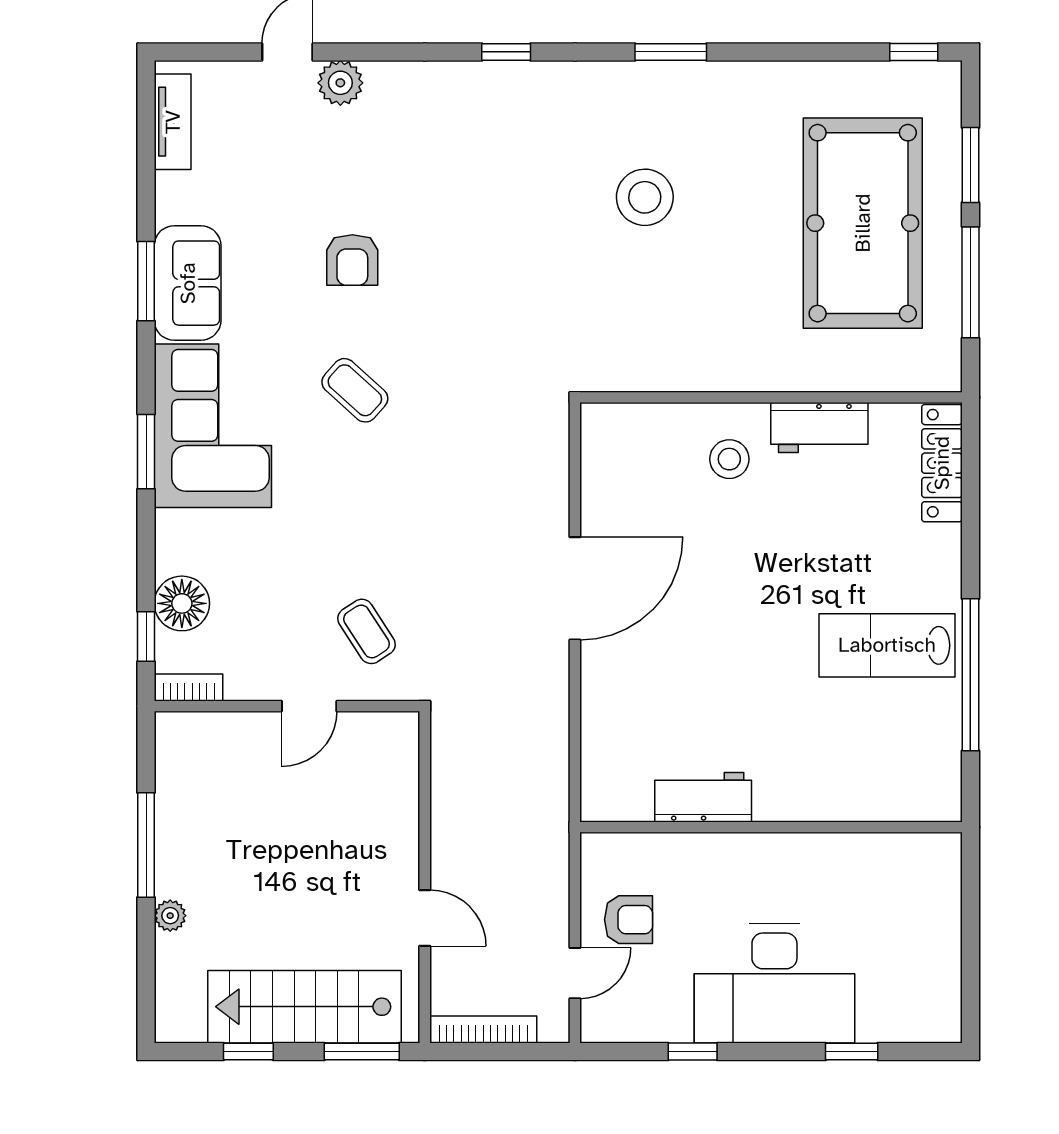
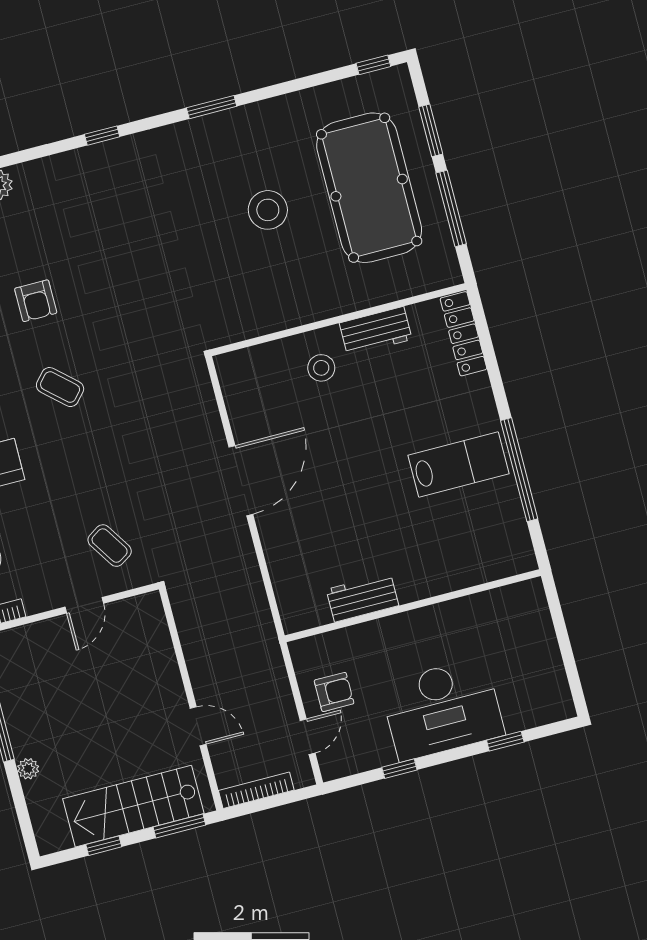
stool: (645, 197) -> (268, 210), moved
lab bench: (887, 645) -> (459, 465), turned 180

